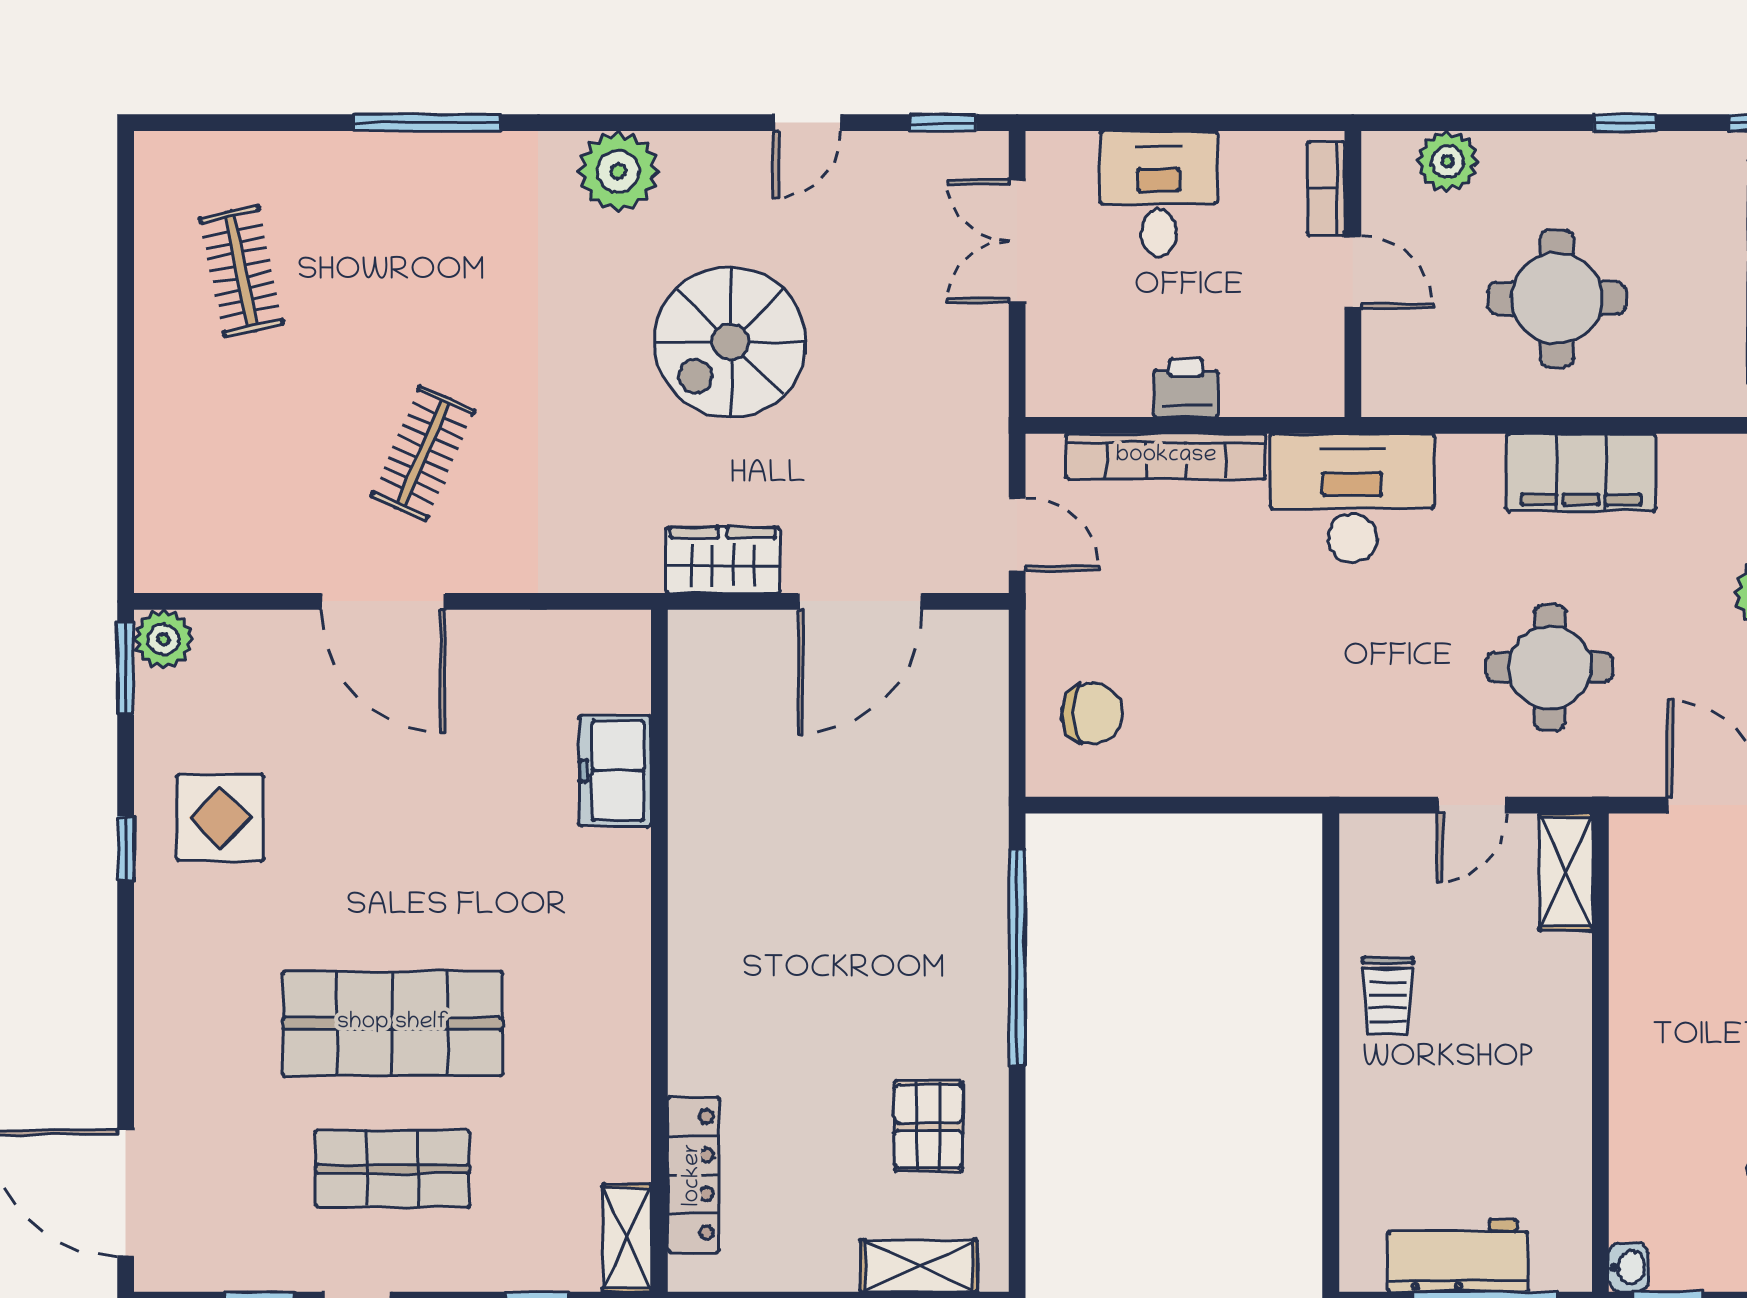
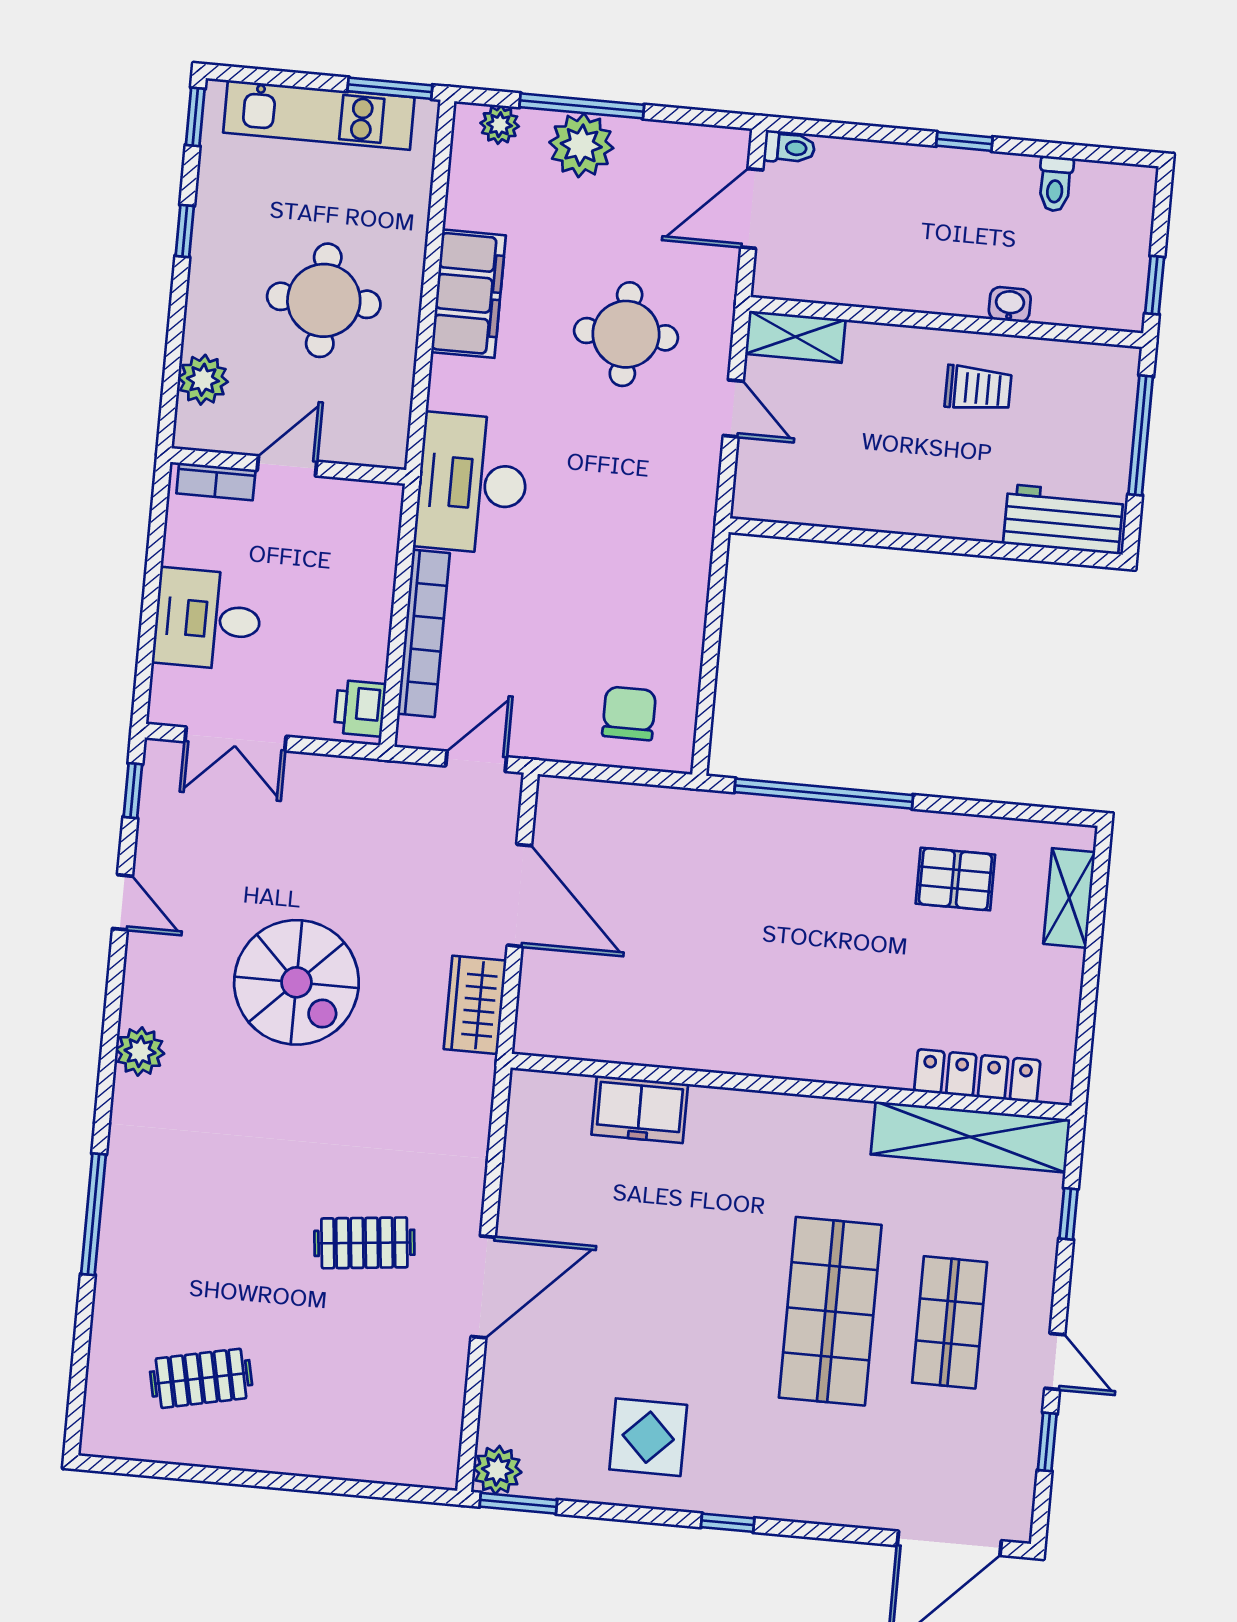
plant: (618, 171) -> (140, 1051), width x0.73, depth x0.73
printer: (1186, 388) -> (360, 708), moved
clothes rail: (423, 453) -> (364, 1243), turned -30
window: (126, 848) -> (728, 1523), moved
trolley: (1388, 996) -> (978, 388), moved
shelving: (627, 1238) -> (971, 1137), width x2.20, depth x1.33
workbench: (1458, 1256) -> (1063, 519), moved, turned 90
washbasin: (1629, 1267) -> (1010, 305), moved

